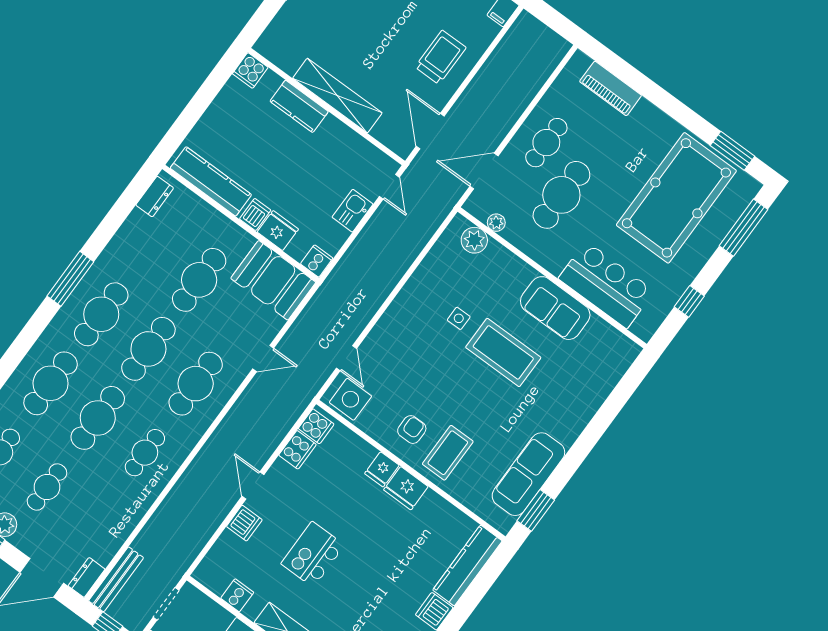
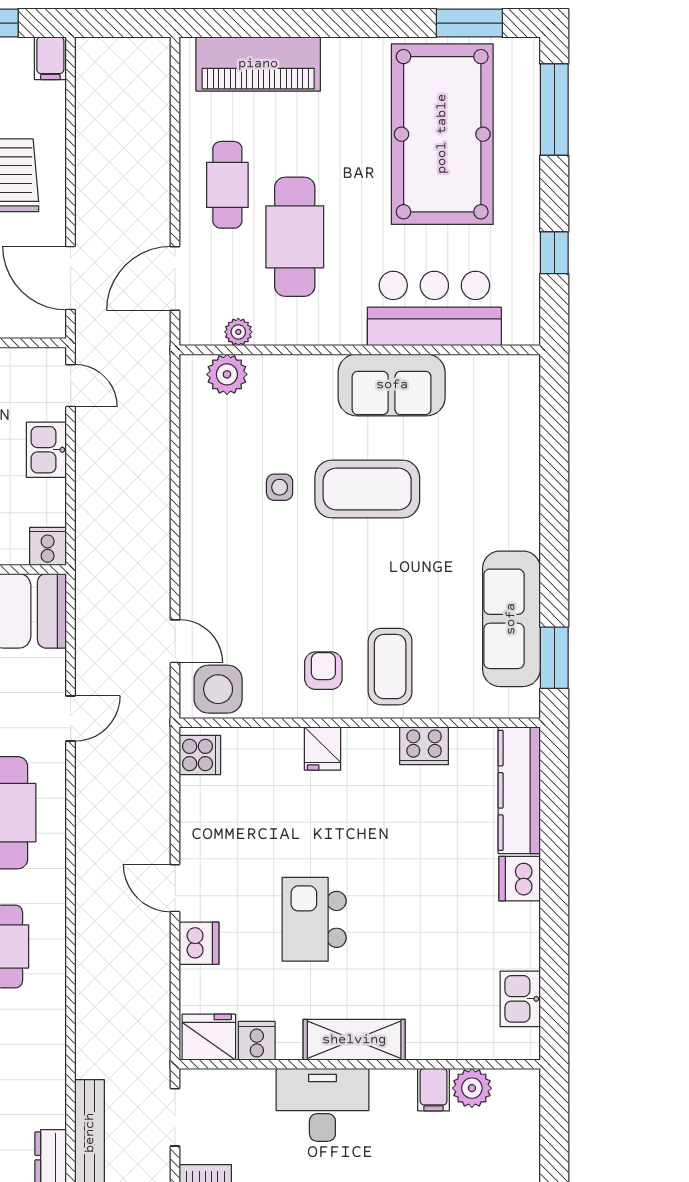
piano: (611, 88) -> (258, 64), width x1.37, depth x1.33
cooker: (297, 450) -> (424, 746), moved, turned 90
fridge: (406, 488) -> (209, 1037), moved, turned 180

